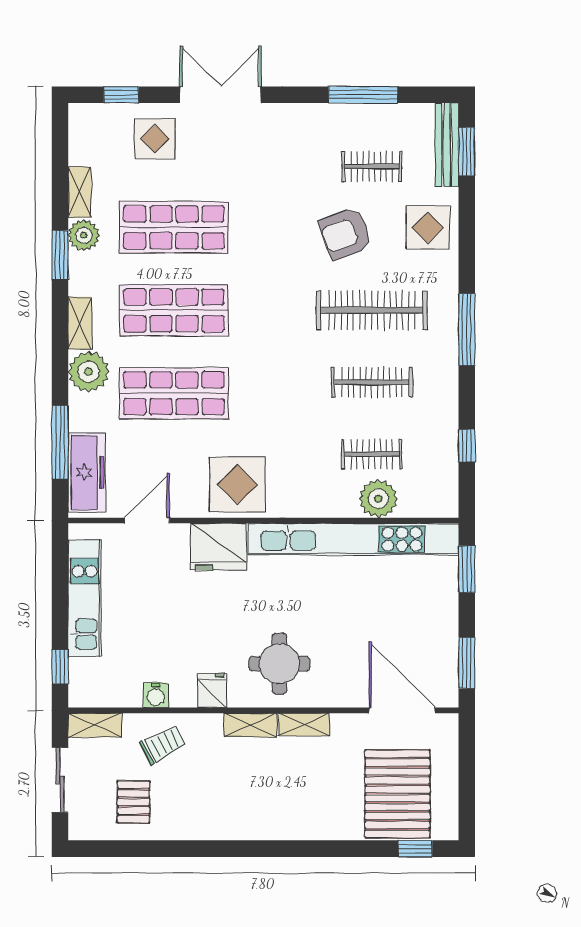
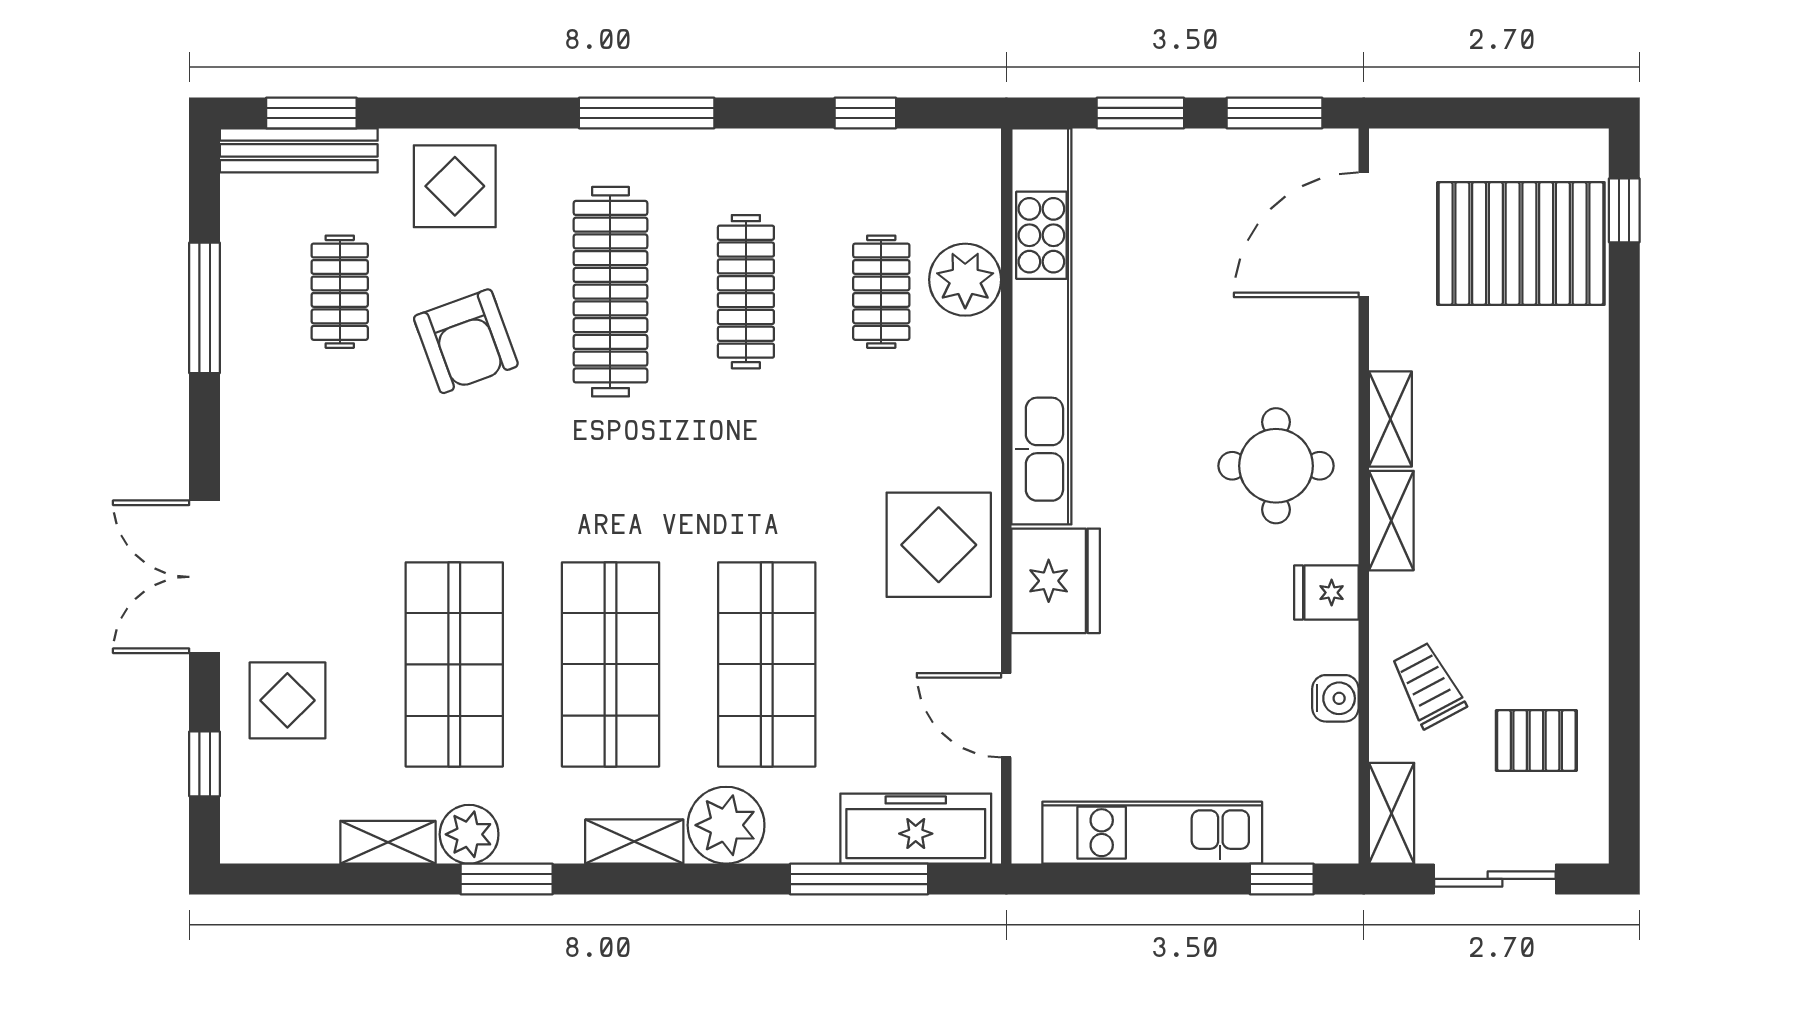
window: (467, 569) -> (1140, 113), moved

